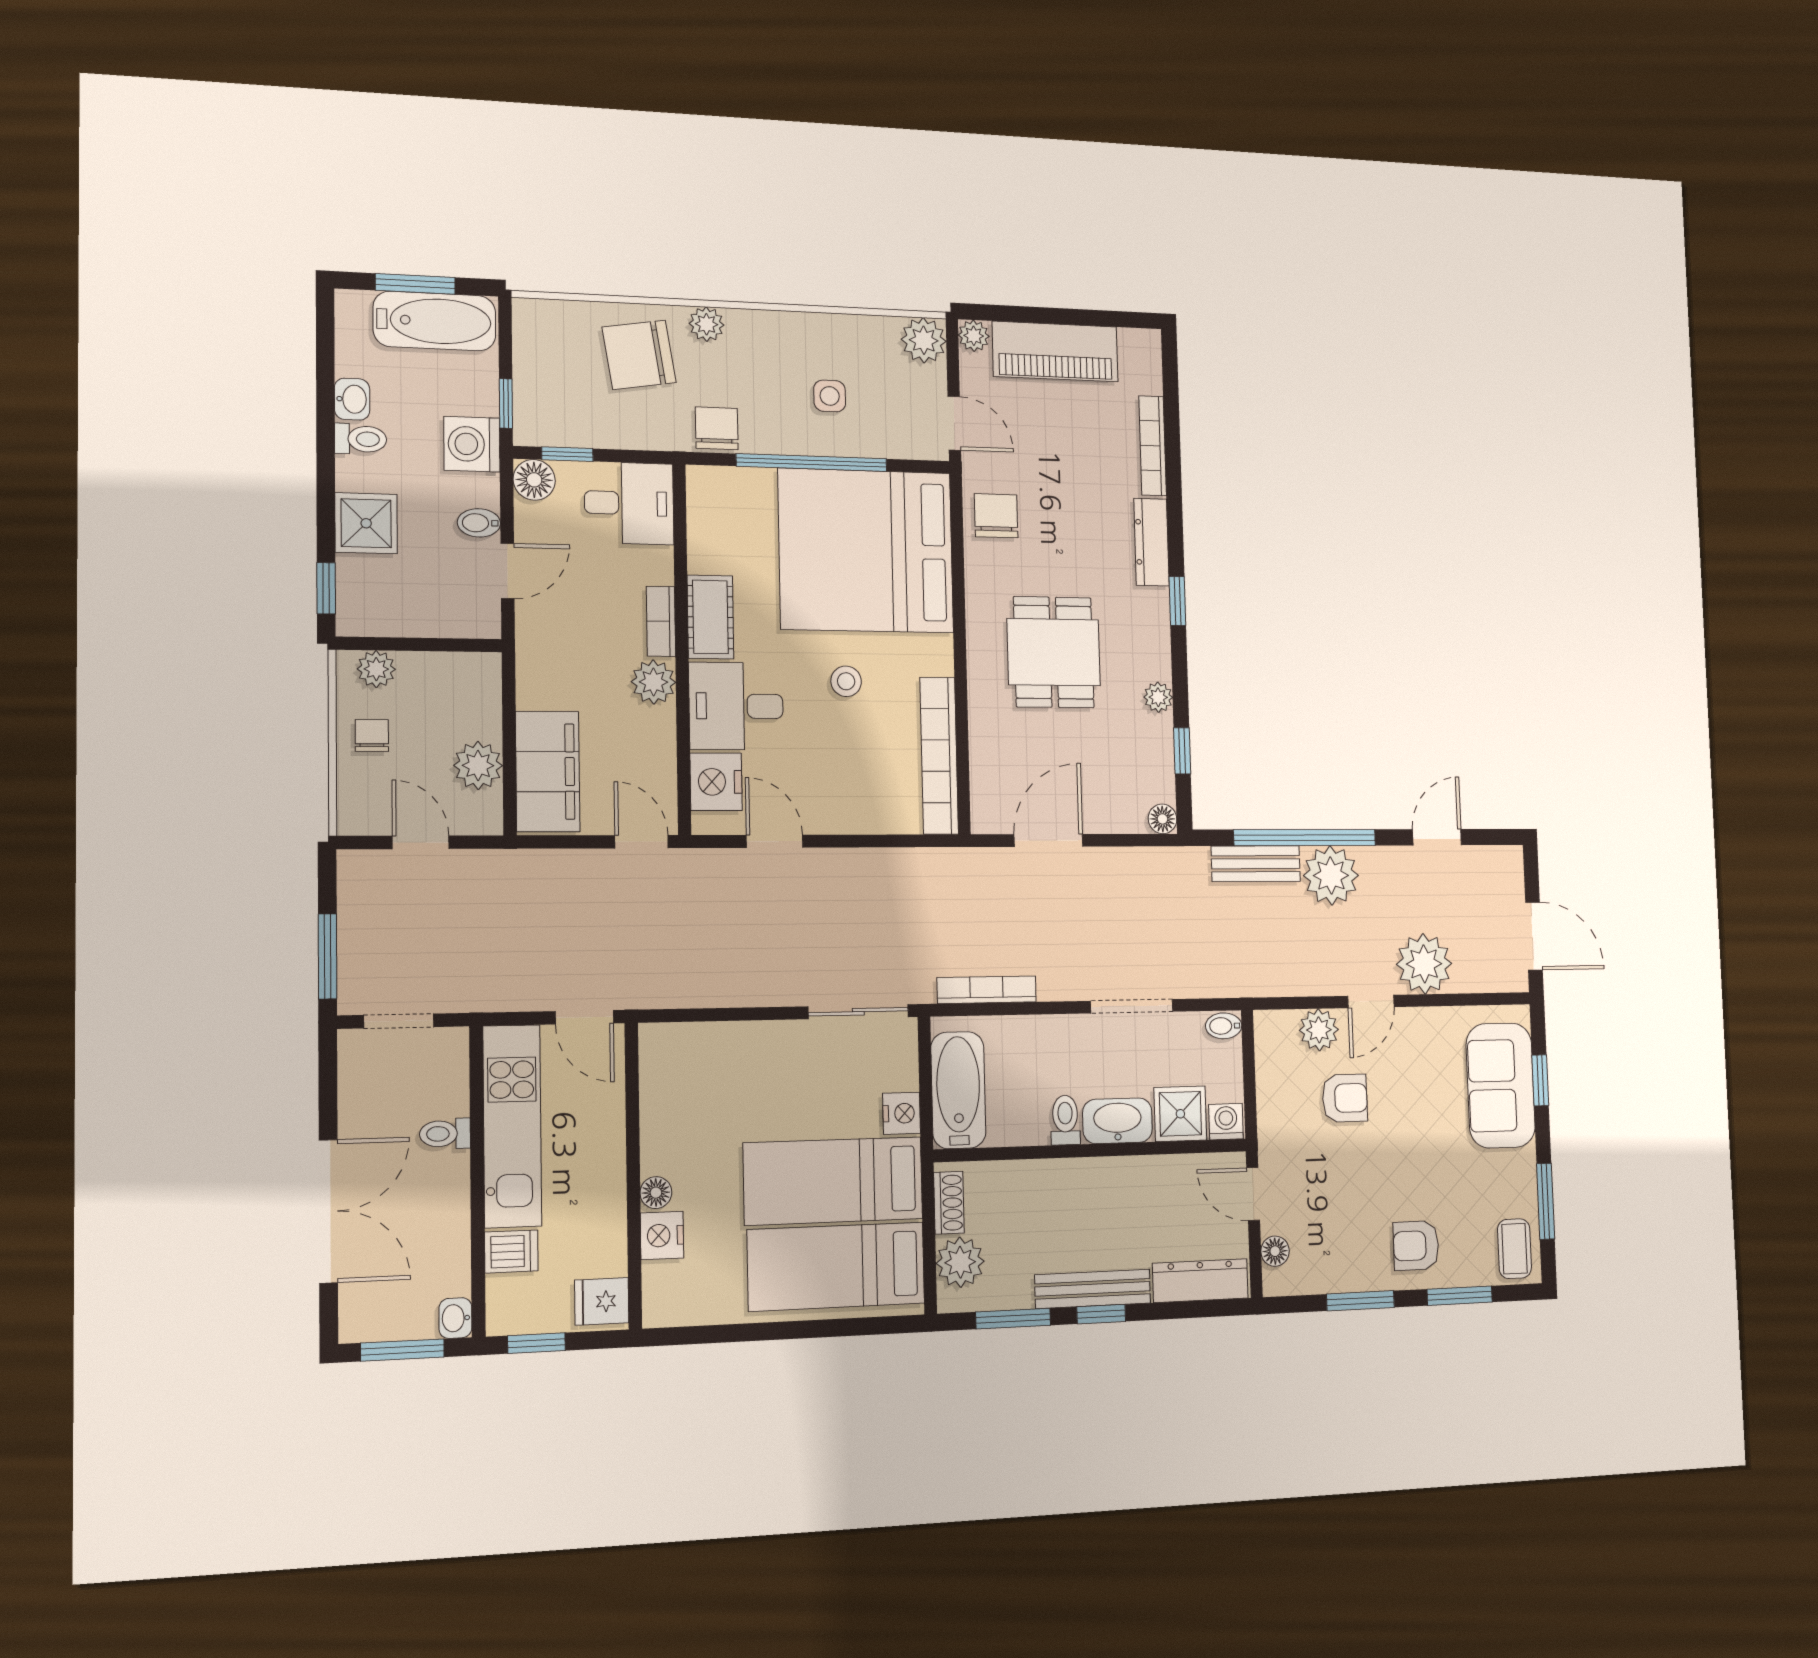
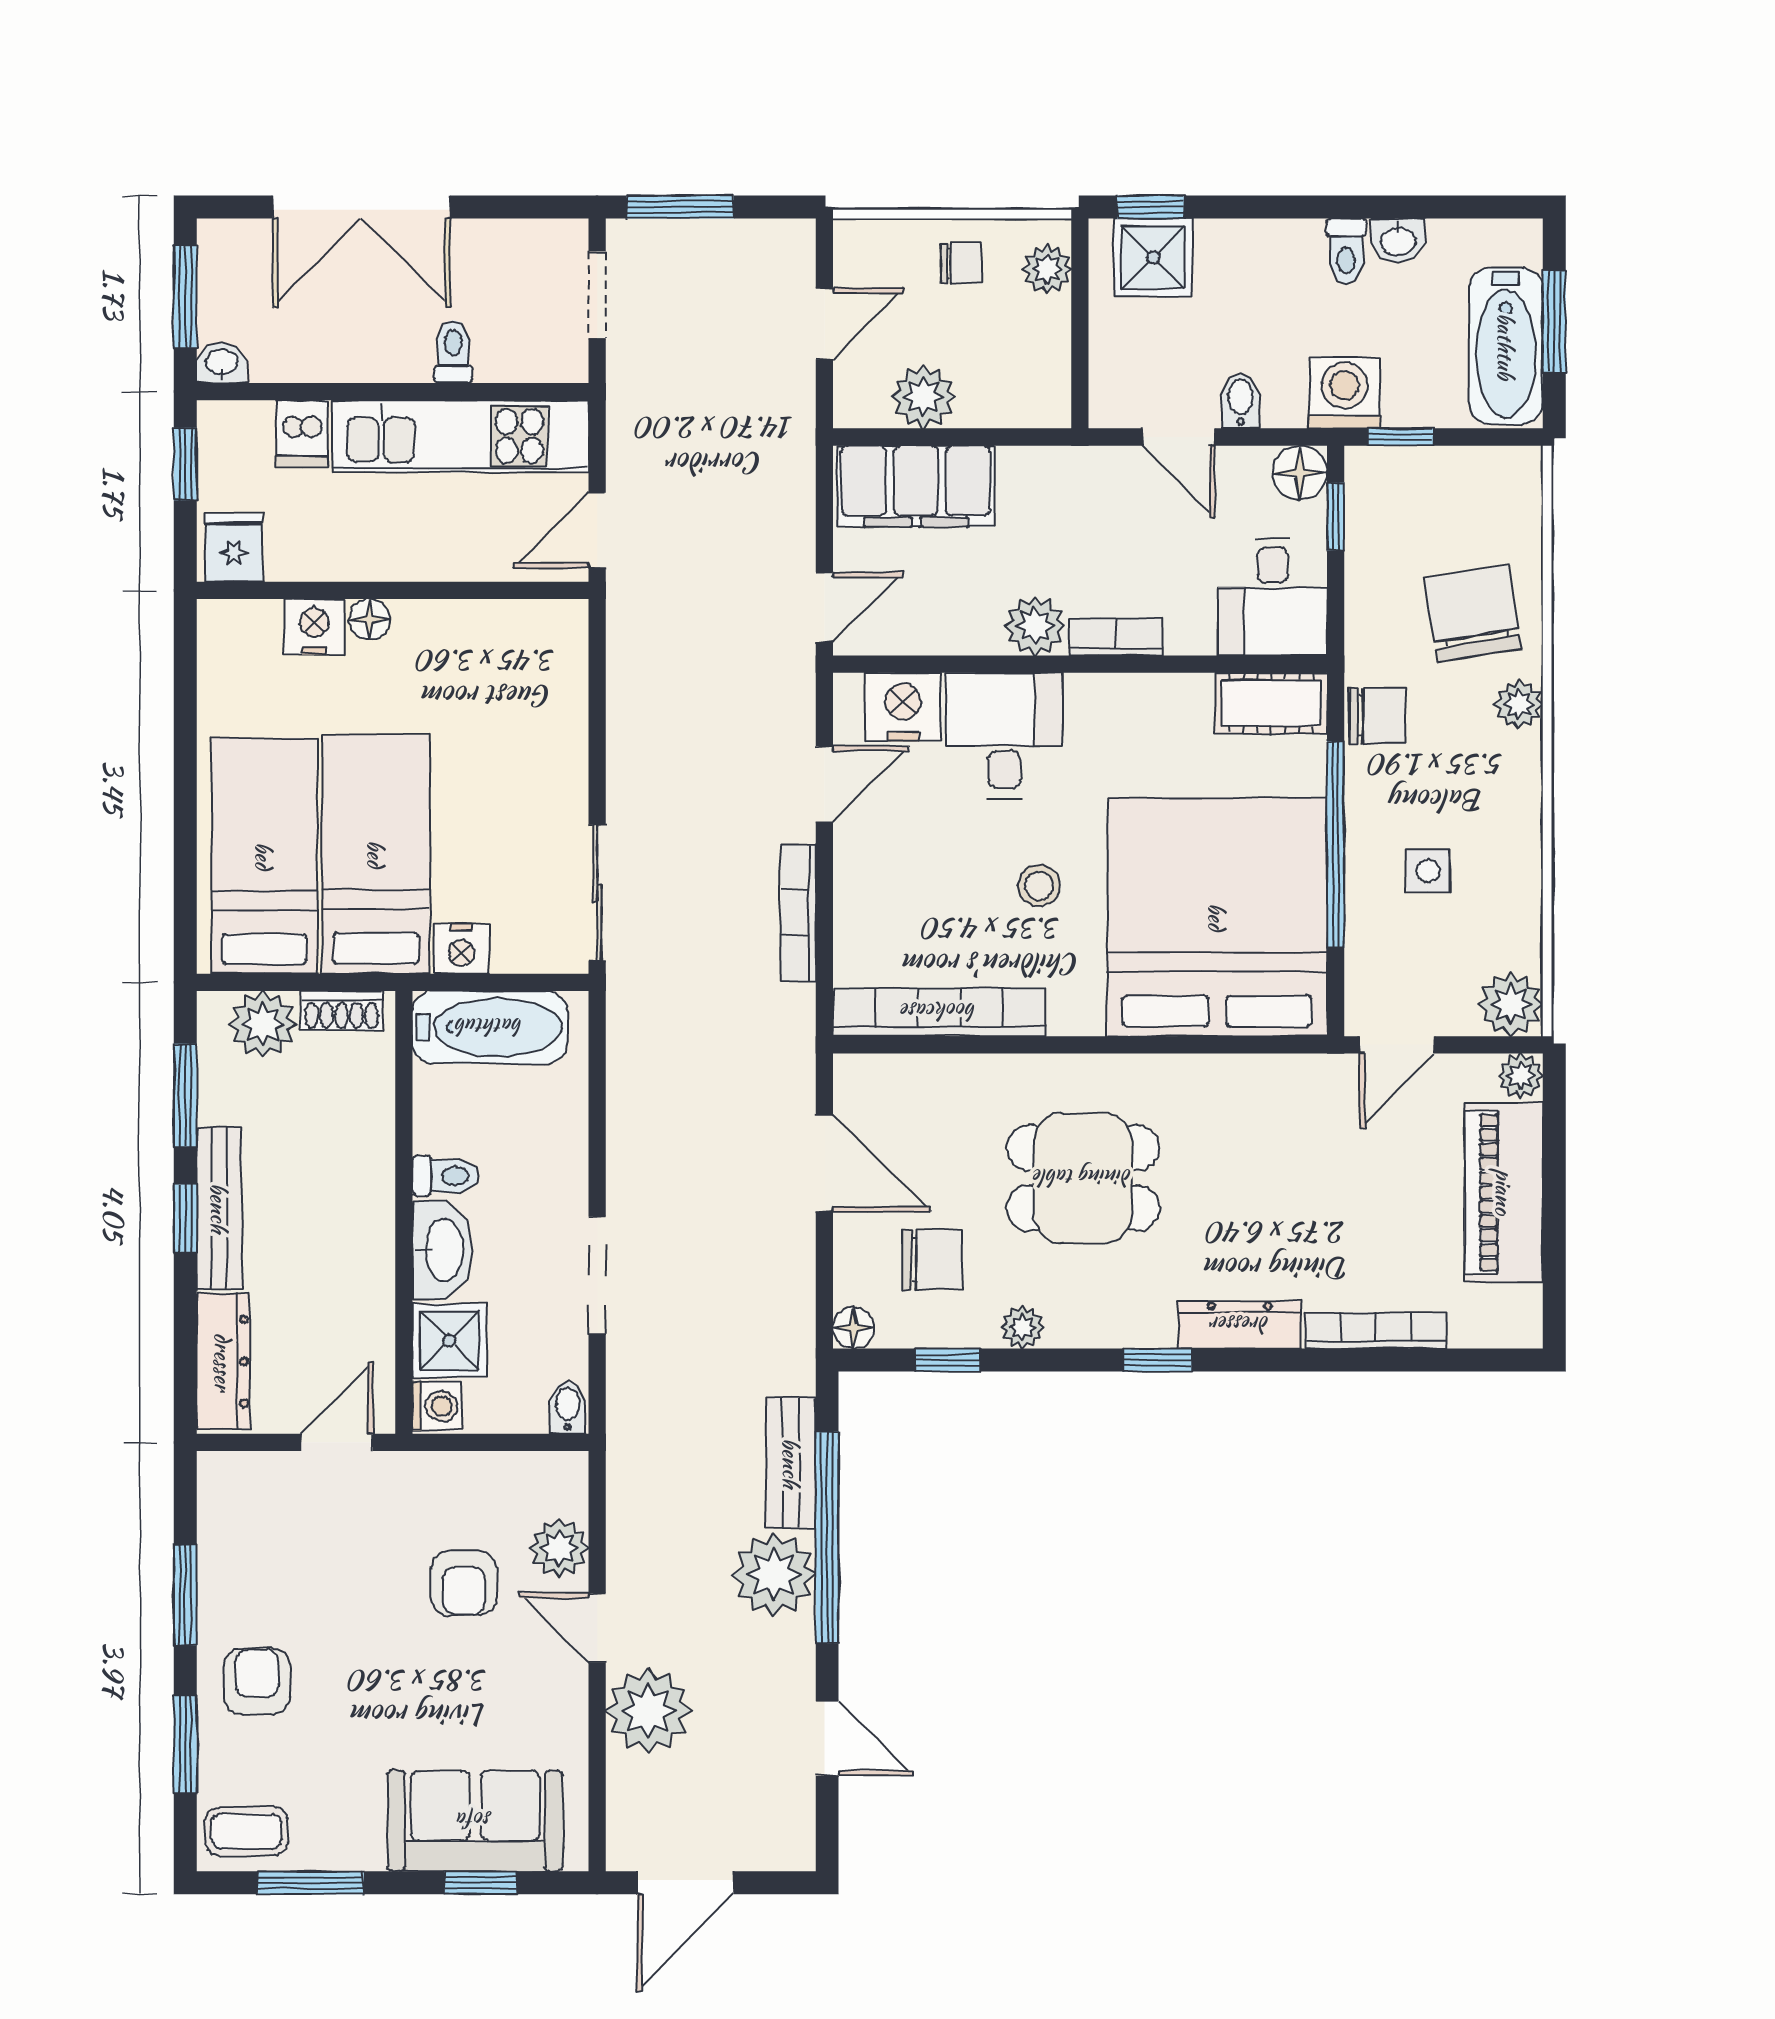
chair: (996, 516) -> (932, 1260), moved
shower: (366, 523) -> (1153, 257), moved
cot: (710, 617) -> (1271, 703), moved
bookcase: (987, 990) -> (798, 913), moved, turned 180
floor lamp: (1275, 1251) -> (258, 1472), removed

